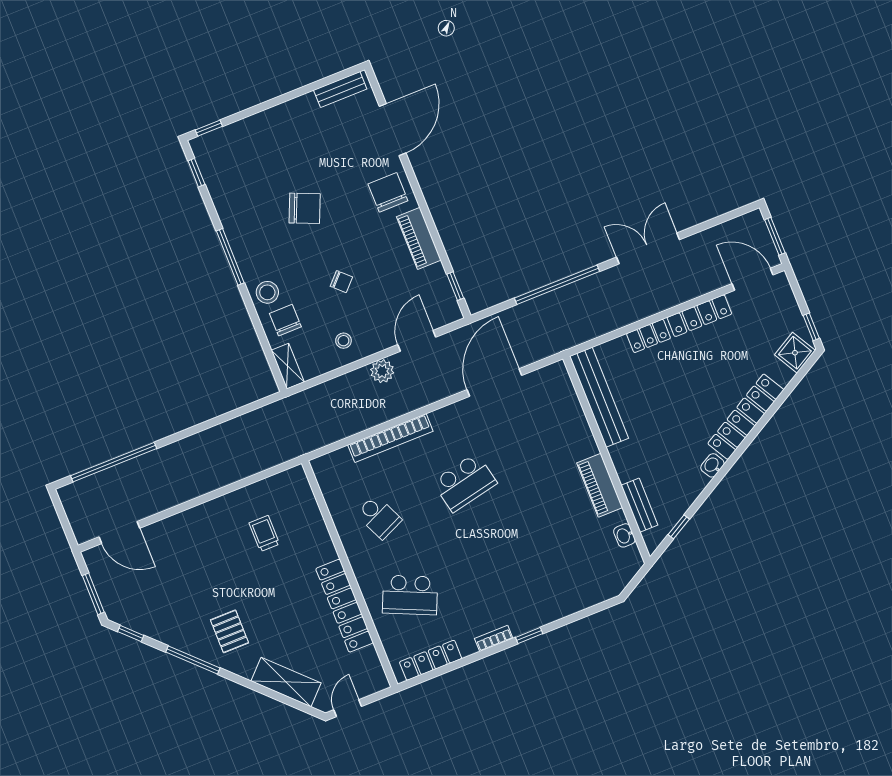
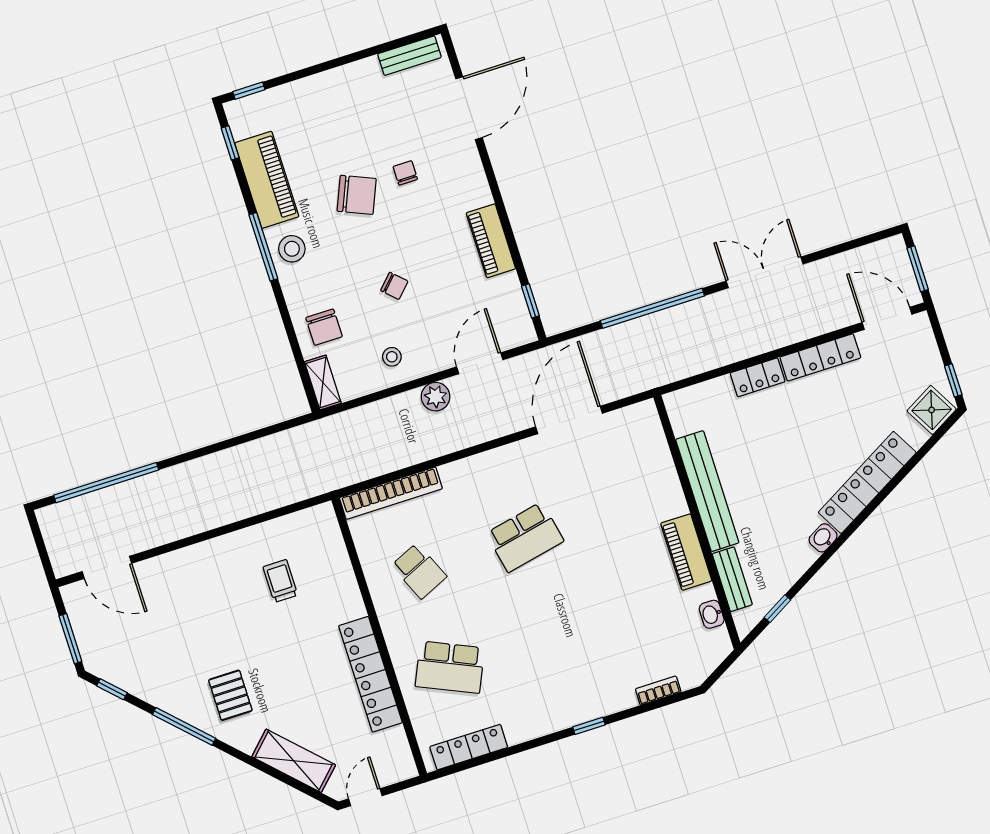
chair: (388, 192) -> (405, 173), moved, width x0.54, depth x0.54
piano: (229, 201) -> (267, 180), added
stool: (267, 292) -> (292, 249), moved
chair: (285, 320) -> (324, 327), turned 180
bench: (599, 397) -> (707, 491), moved
bookcase: (390, 438) -> (391, 493), moved
bookcase: (494, 638) -> (658, 691), moved

